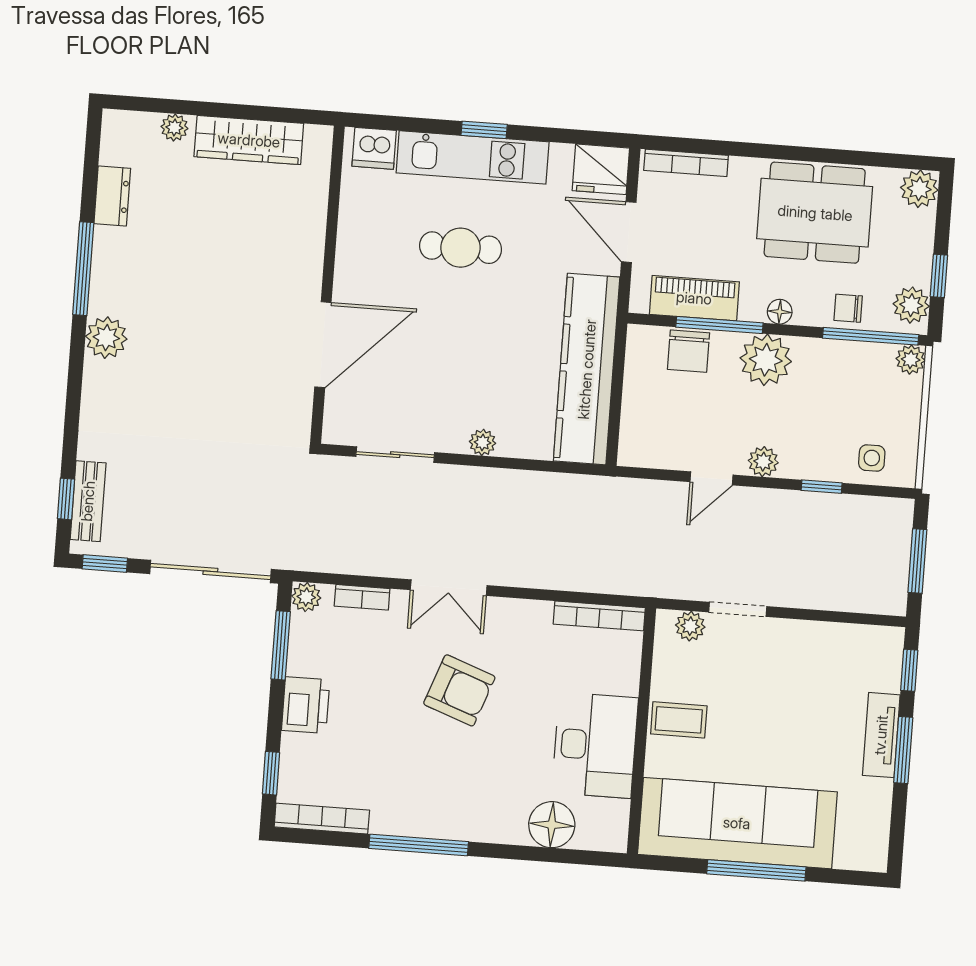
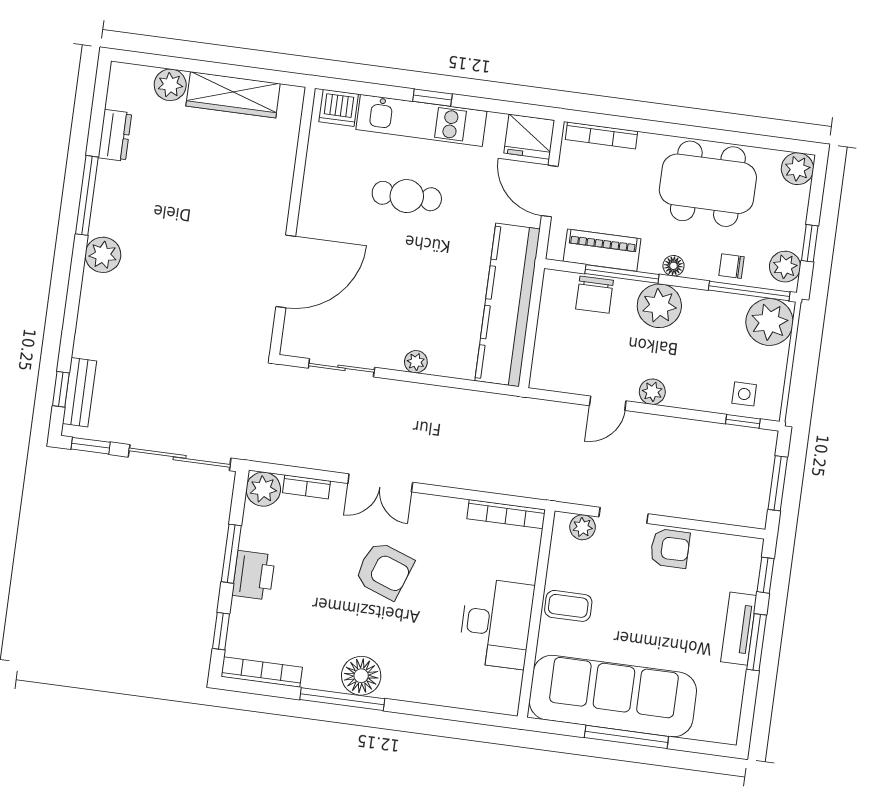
plant: (174, 127) -> (170, 85), width x1.38, depth x1.38
plant: (911, 360) -> (769, 322), width x1.87, depth x1.87
window: (822, 487) -> (743, 421), moved
plant: (306, 597) -> (263, 489), width x1.38, depth x1.38
window: (281, 645) -> (231, 554), moved
armchair: (795, 645) -> (670, 548), added
floor lamp: (552, 825) -> (361, 676), moved

